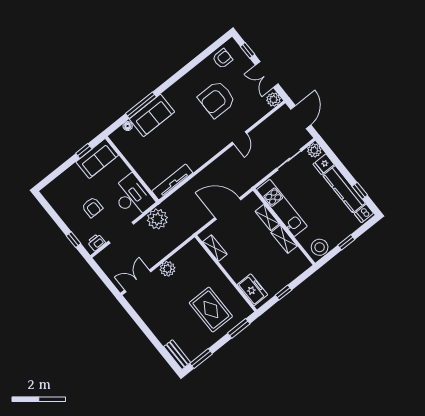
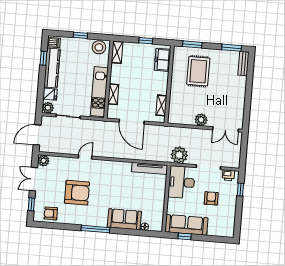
double door: (267, 75) -> (33, 179), swing flipped
window: (141, 105) -> (95, 229), moved
sofa: (97, 158) -> (186, 225), width x1.36
shelving: (284, 239) -> (117, 52), moved

